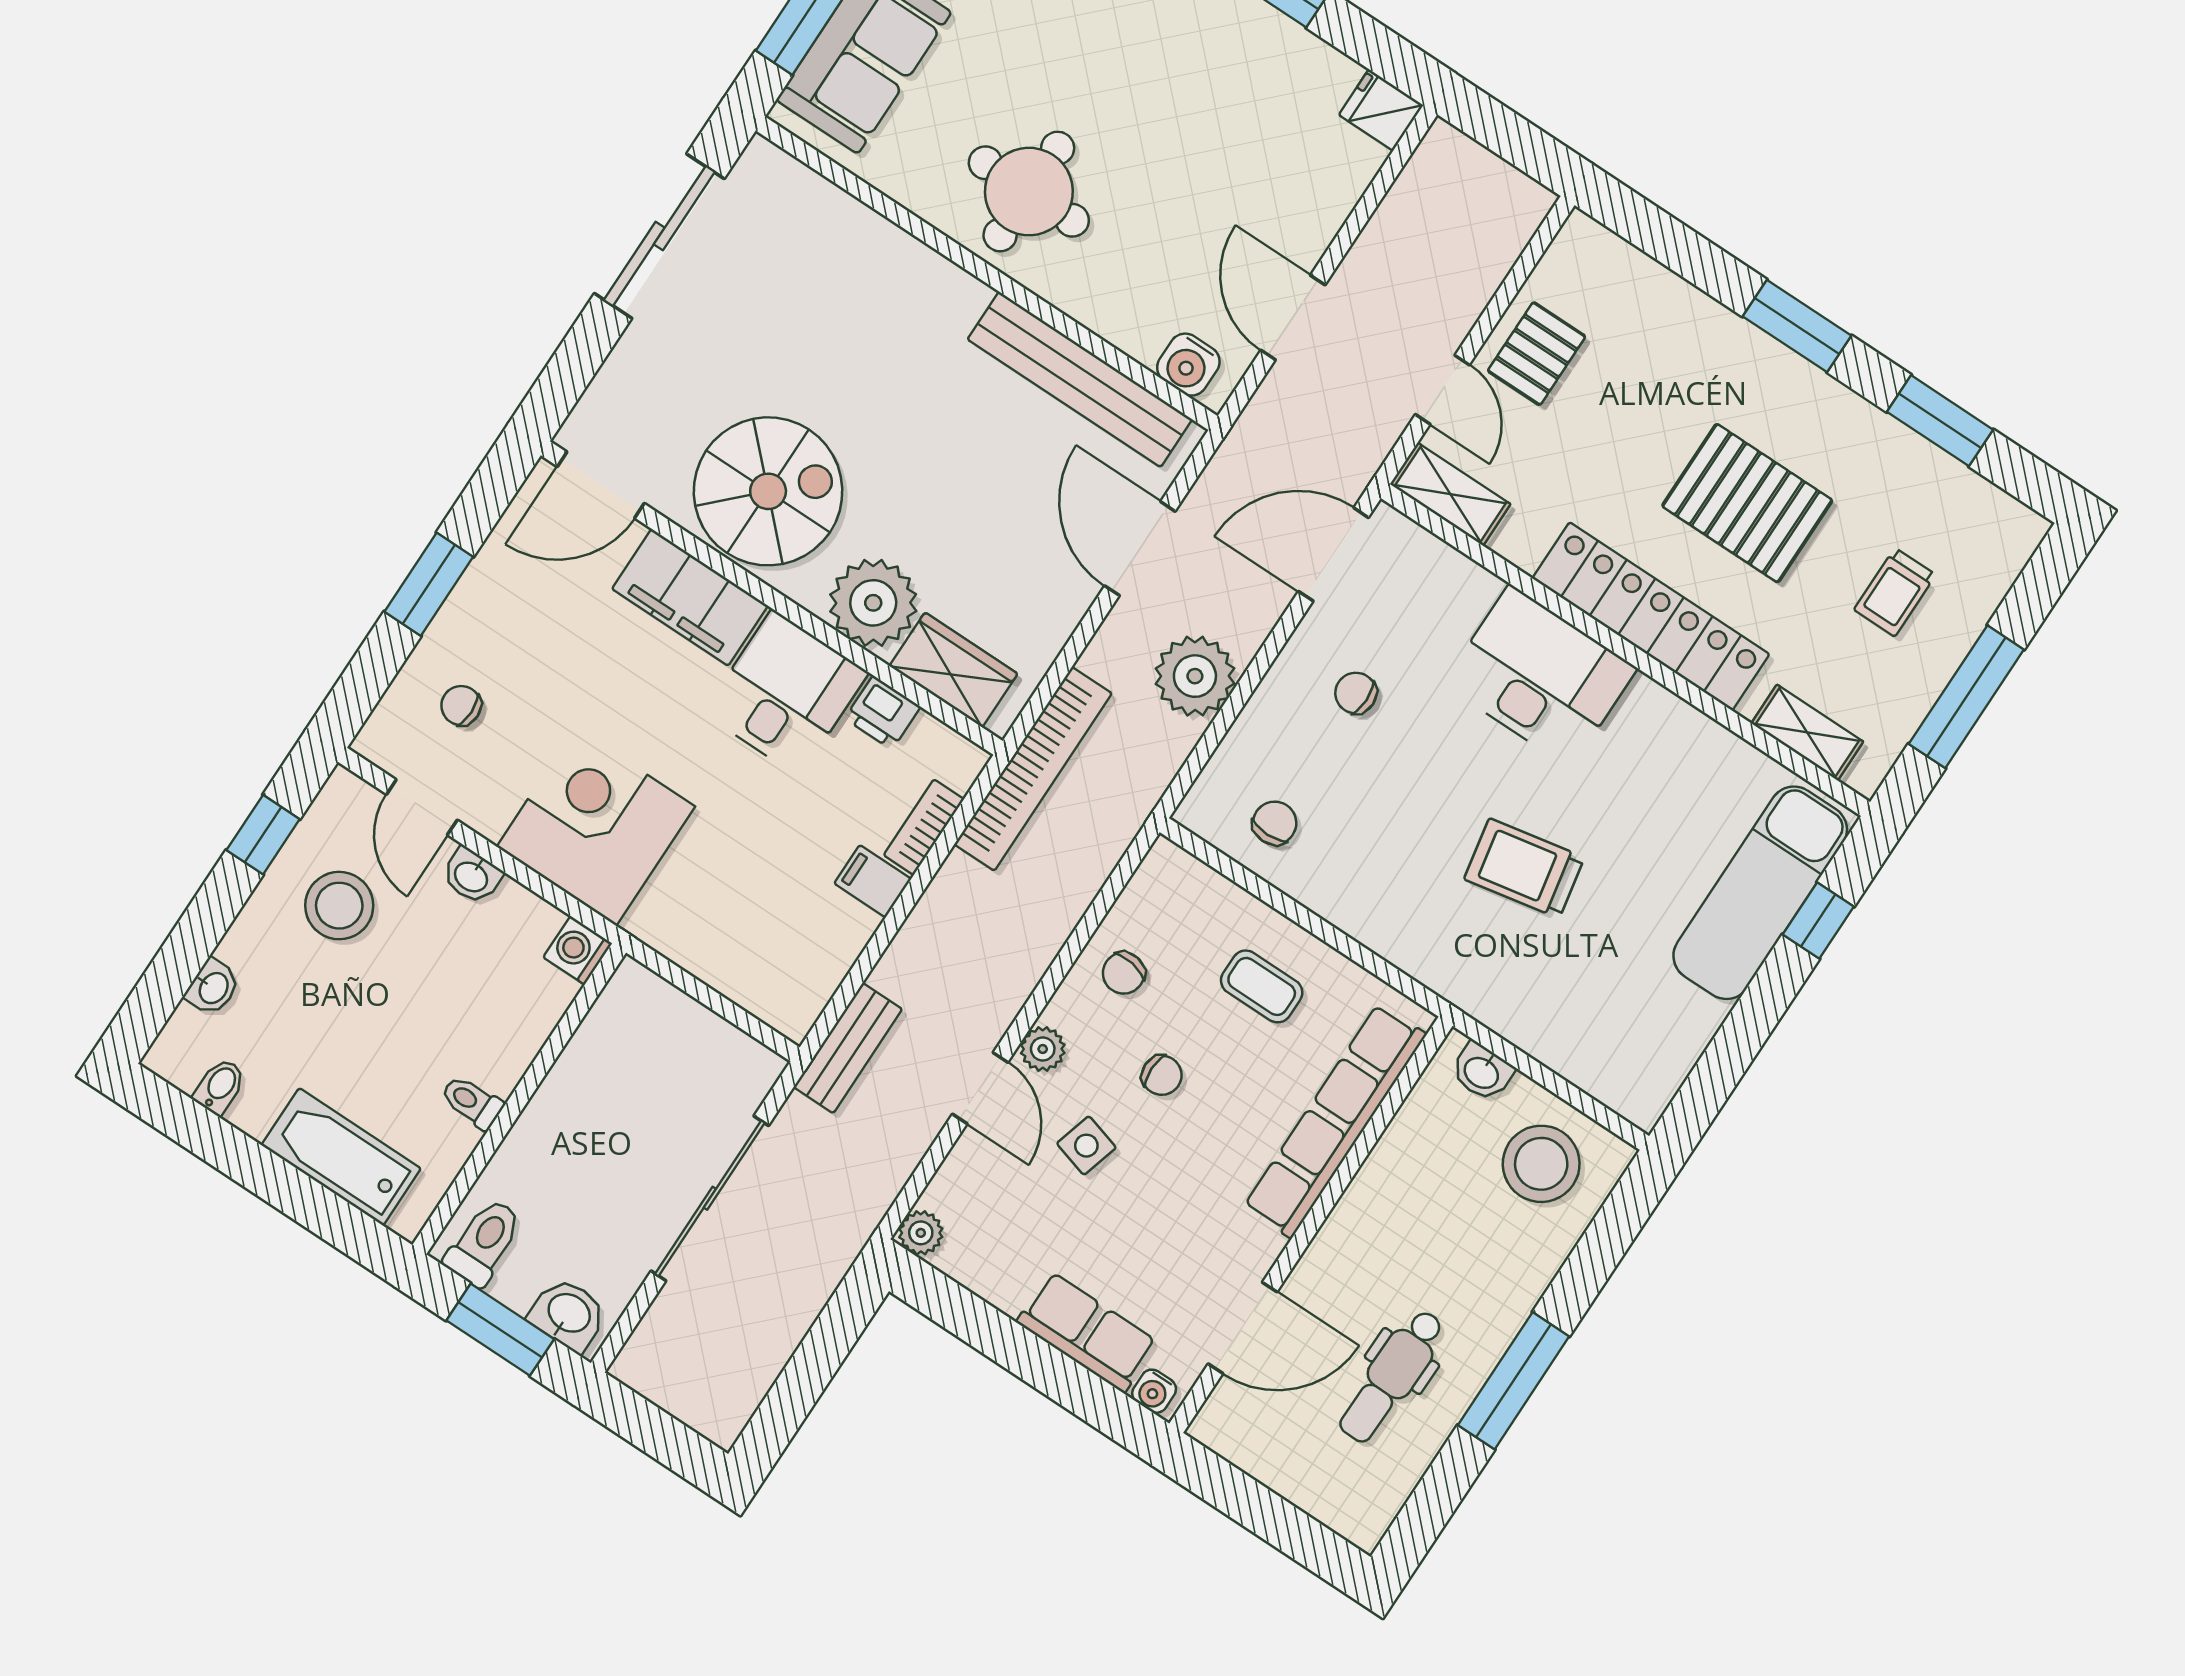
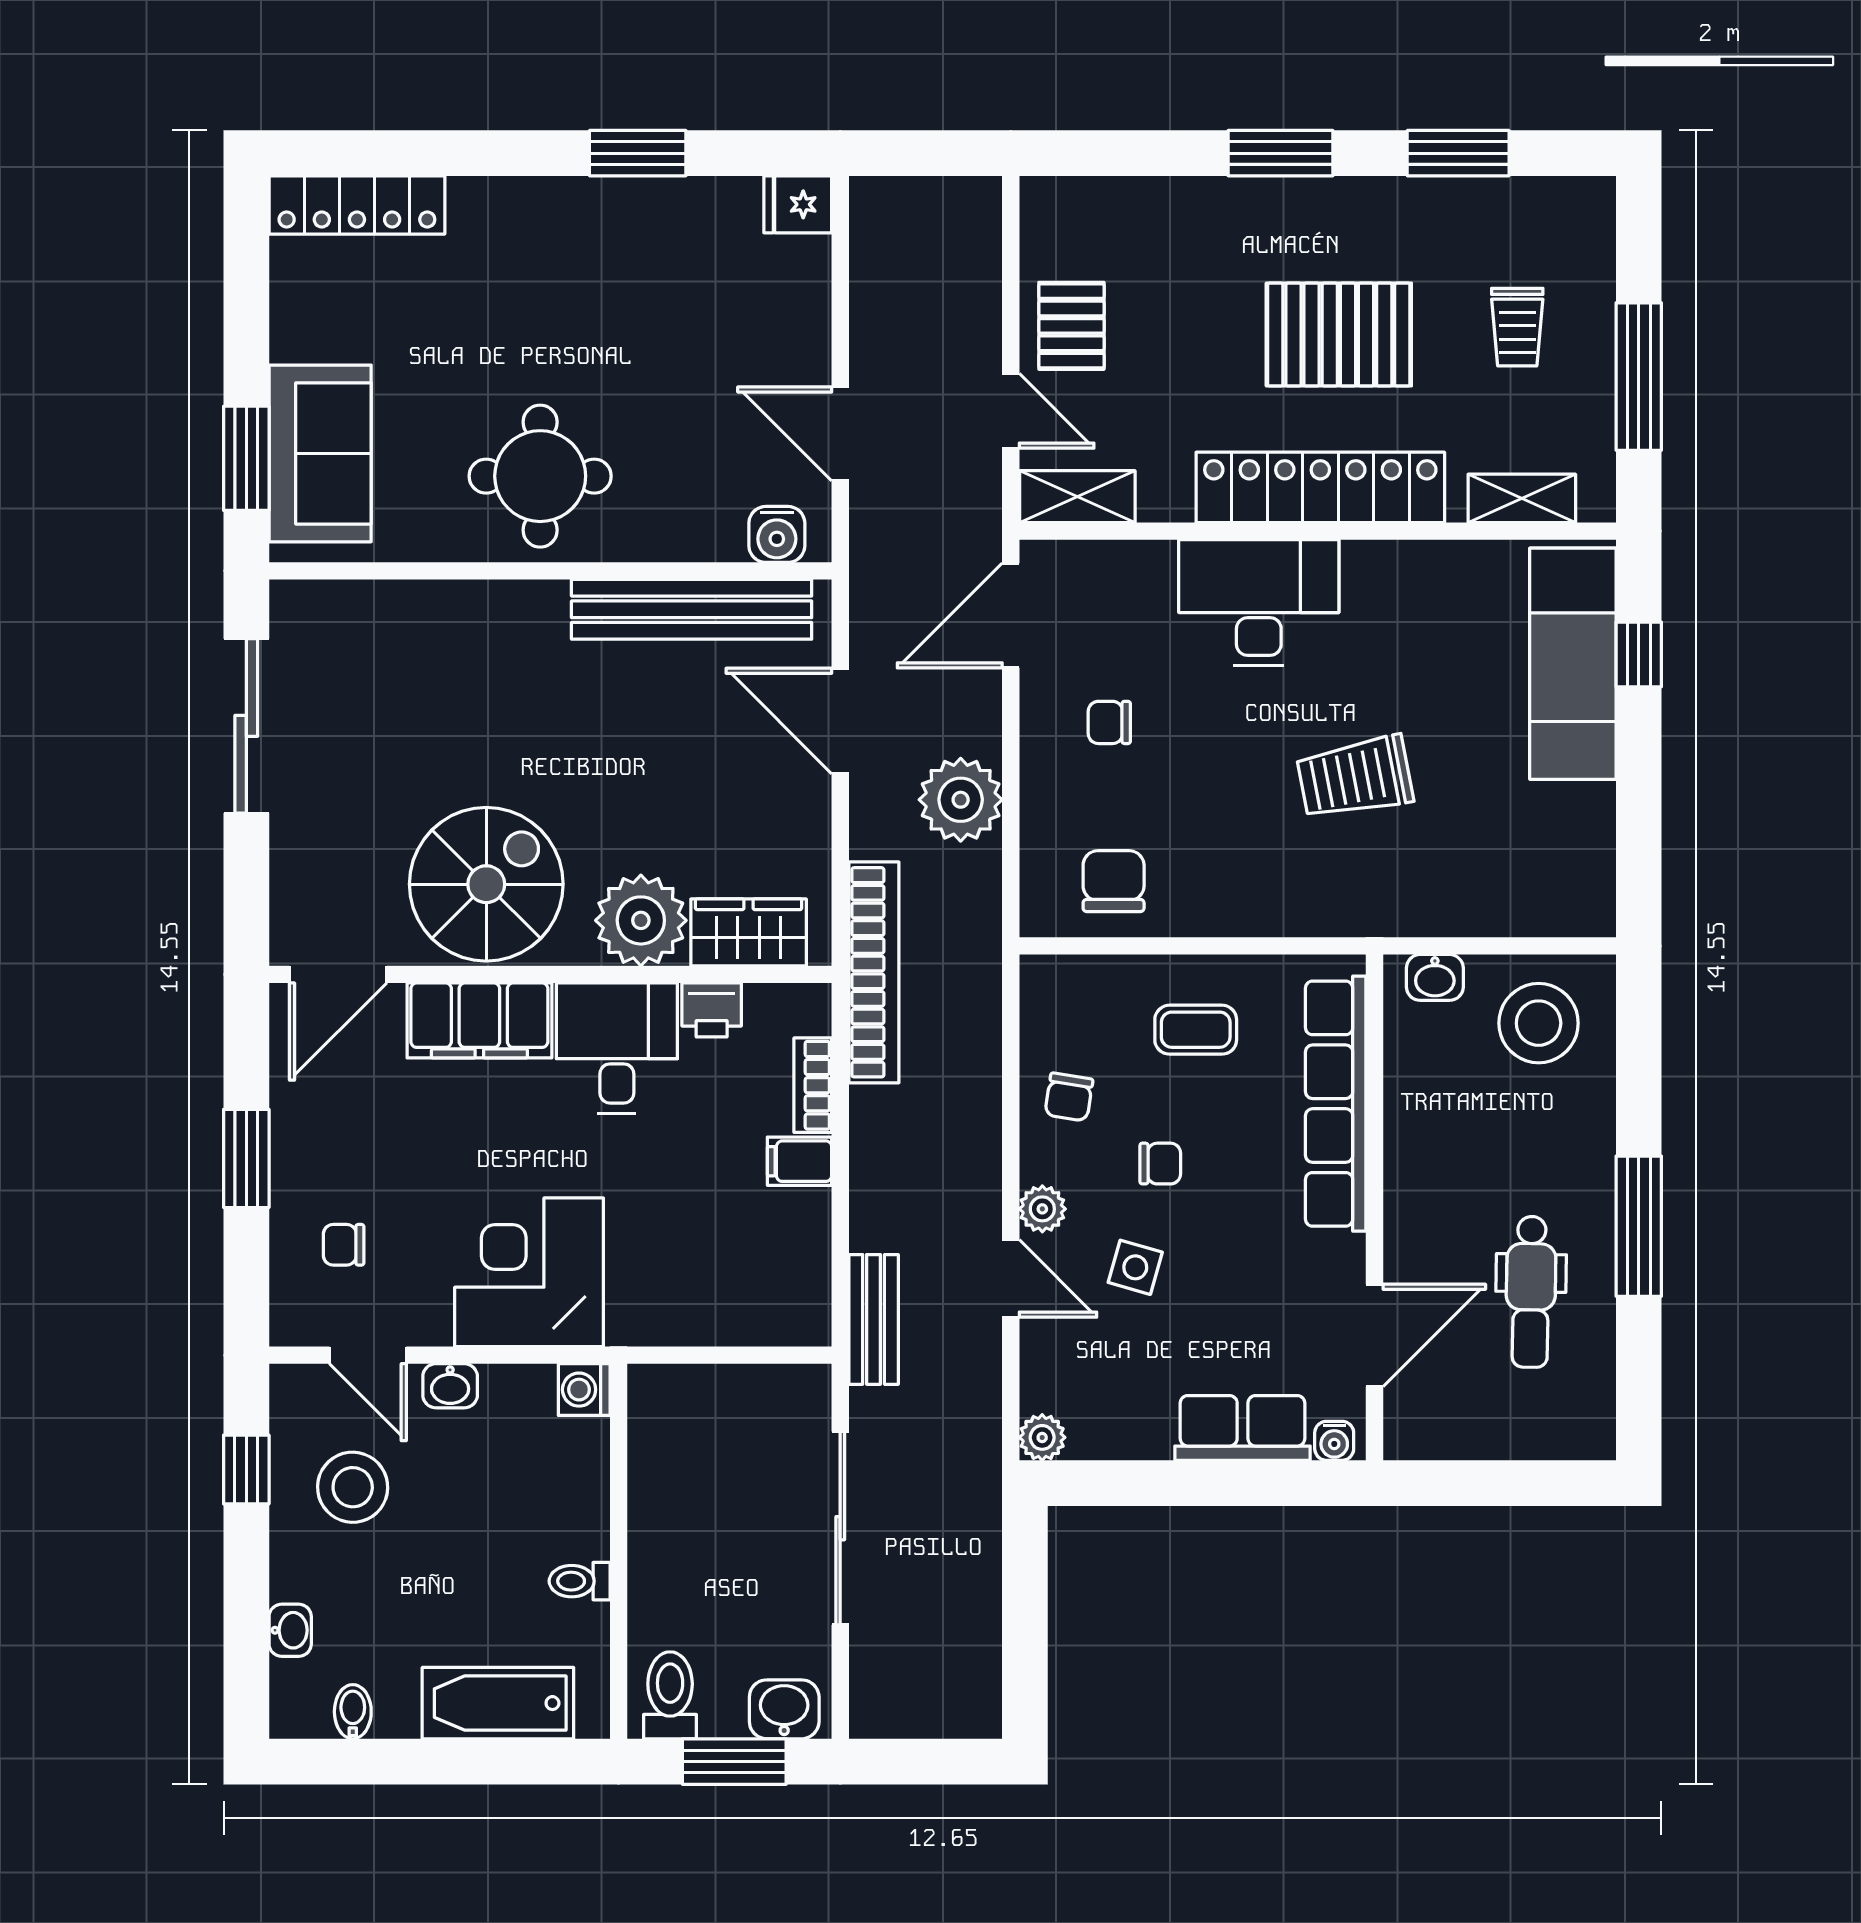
chair: (1275, 823) -> (1114, 881), width x1.37, depth x1.37

